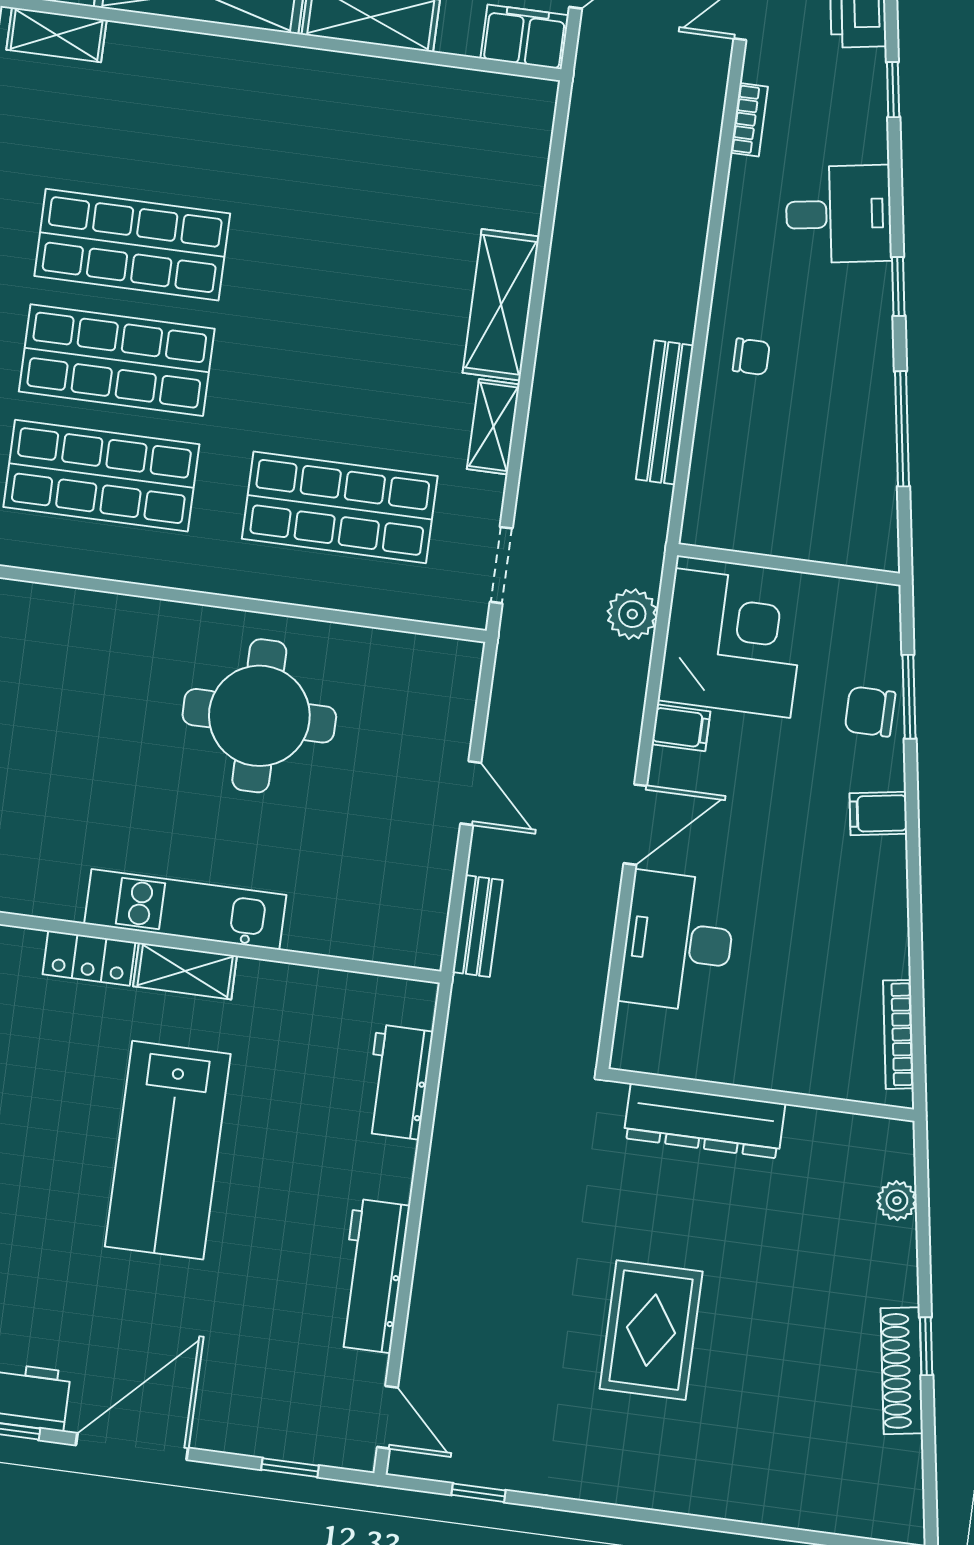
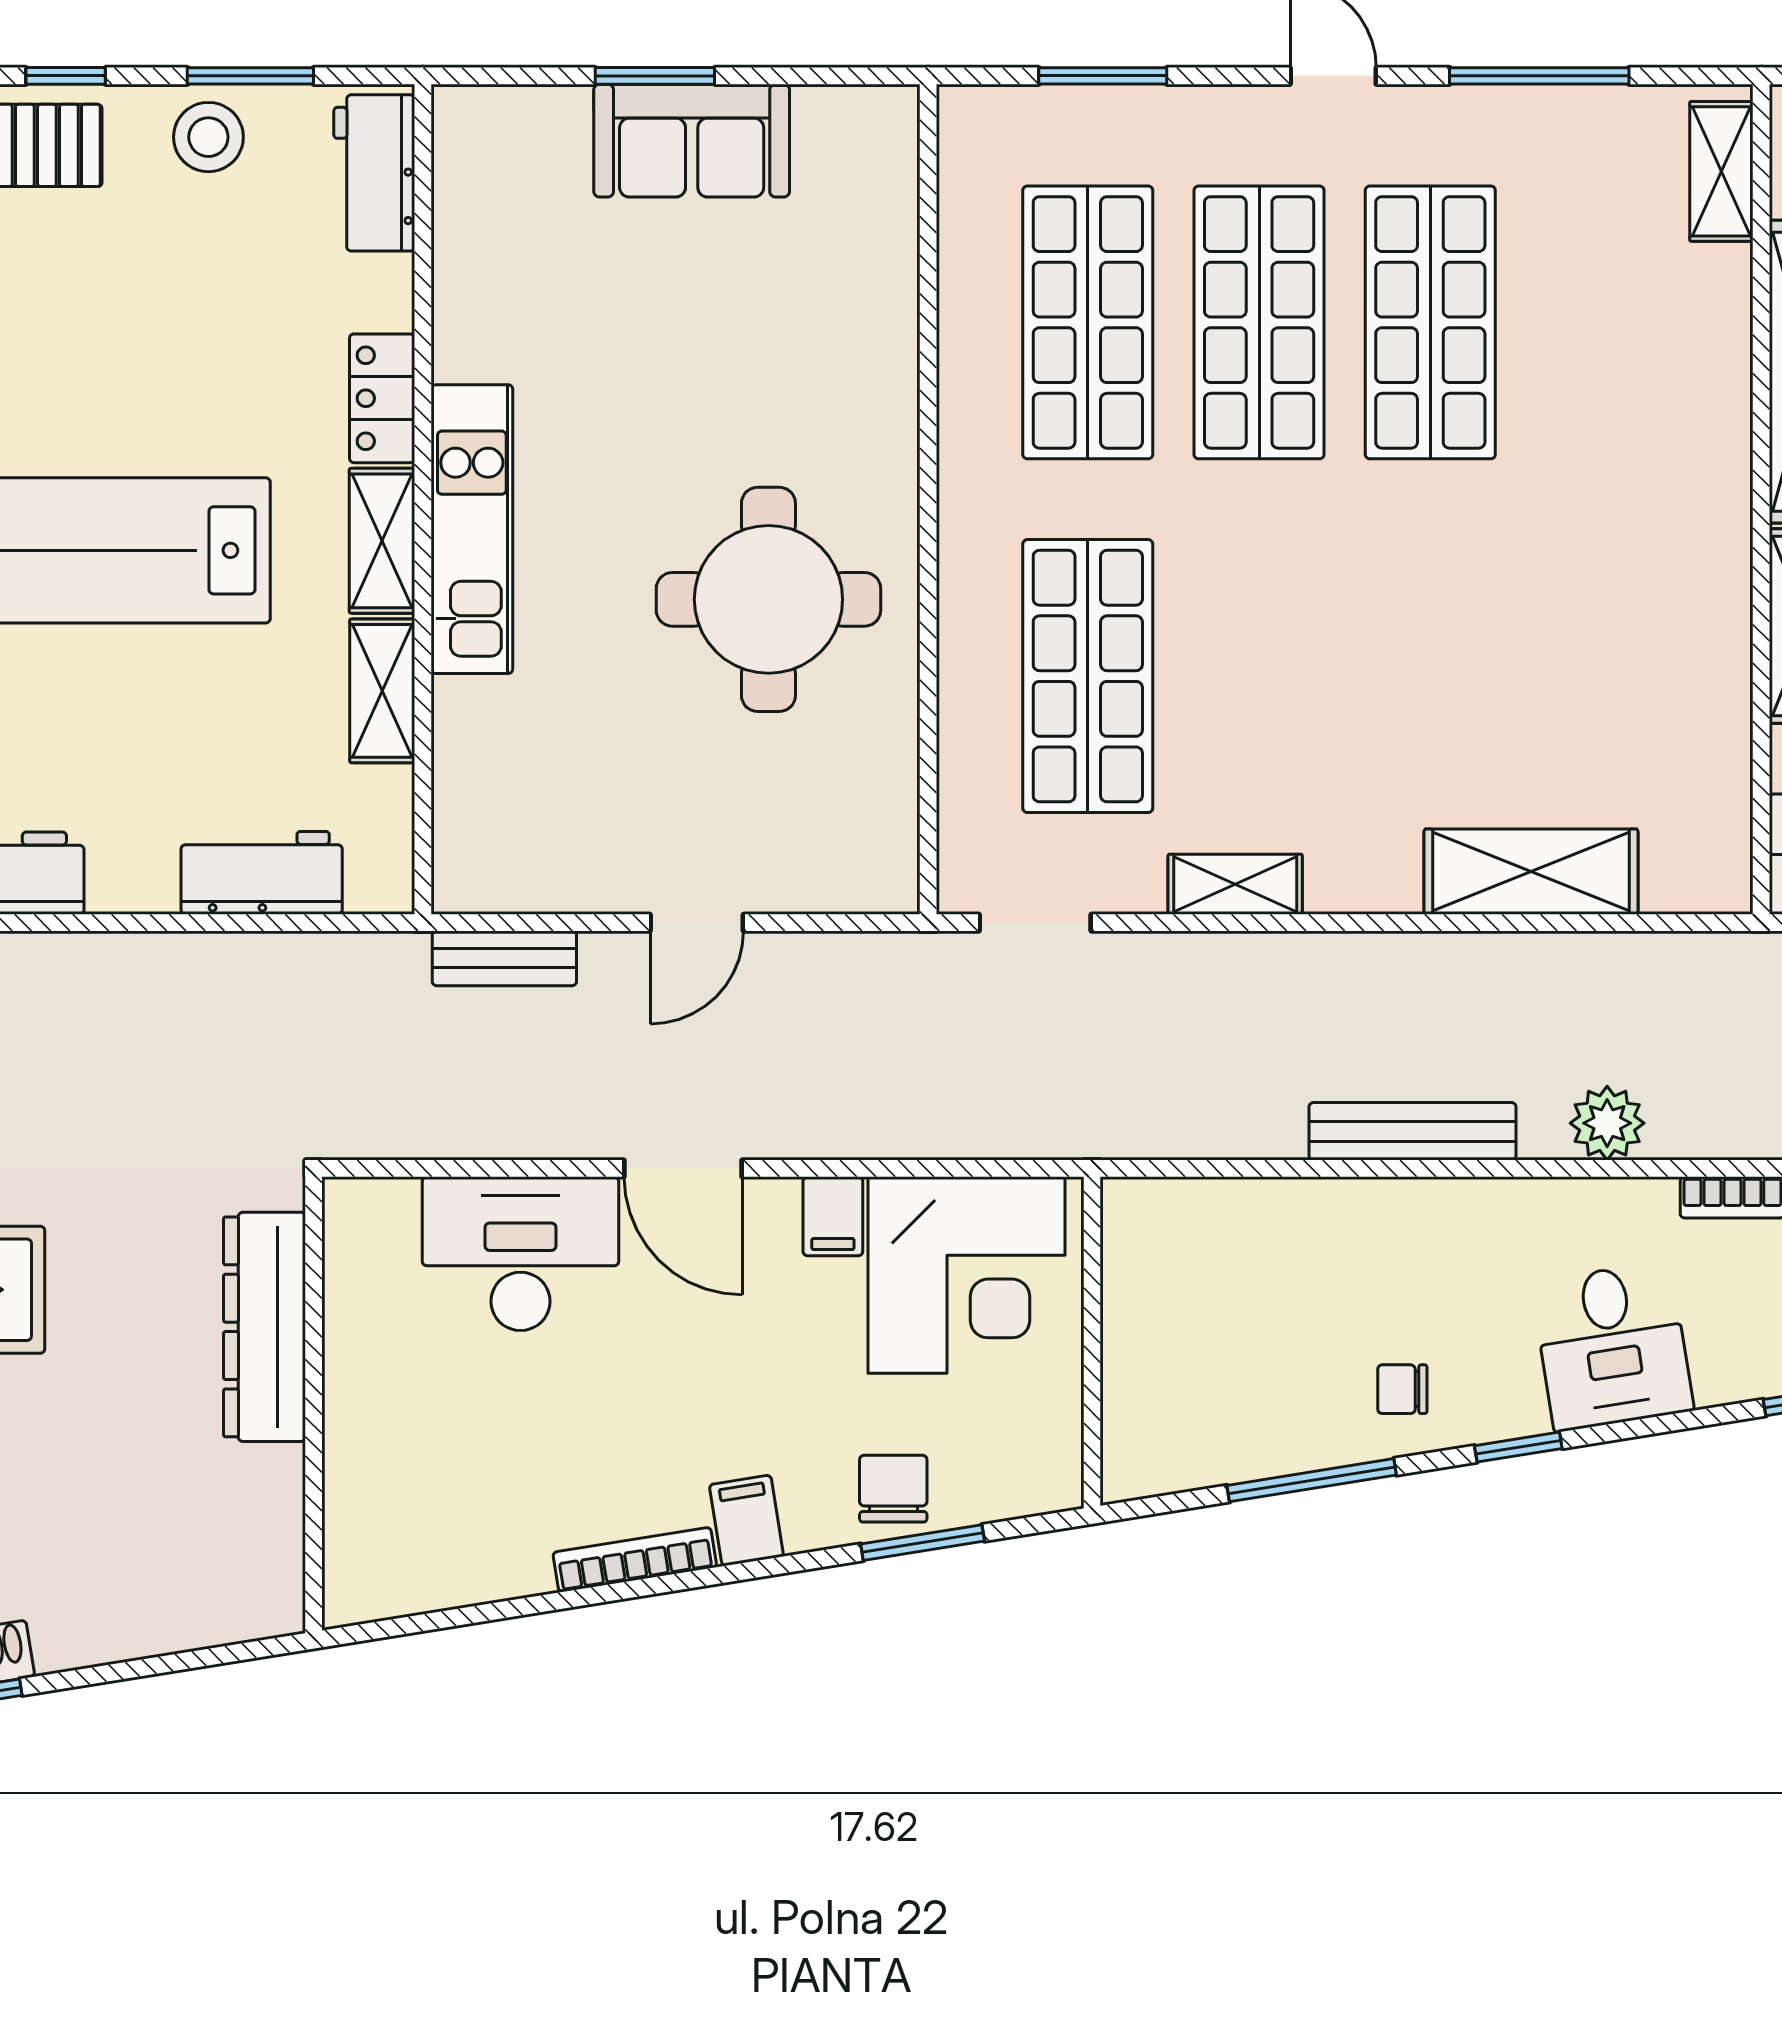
shelving: (501, 305) -> (1531, 872), moved
chair: (751, 357) -> (1402, 1389), moved, turned 90
bench: (665, 412) -> (1413, 1131), moved
plant: (632, 614) -> (1607, 1123), moved
shelving: (286, 984) -> (382, 691), added
bookcase: (898, 1034) -> (635, 1560), moved
plant: (897, 1201) -> (186, 1623), removed

